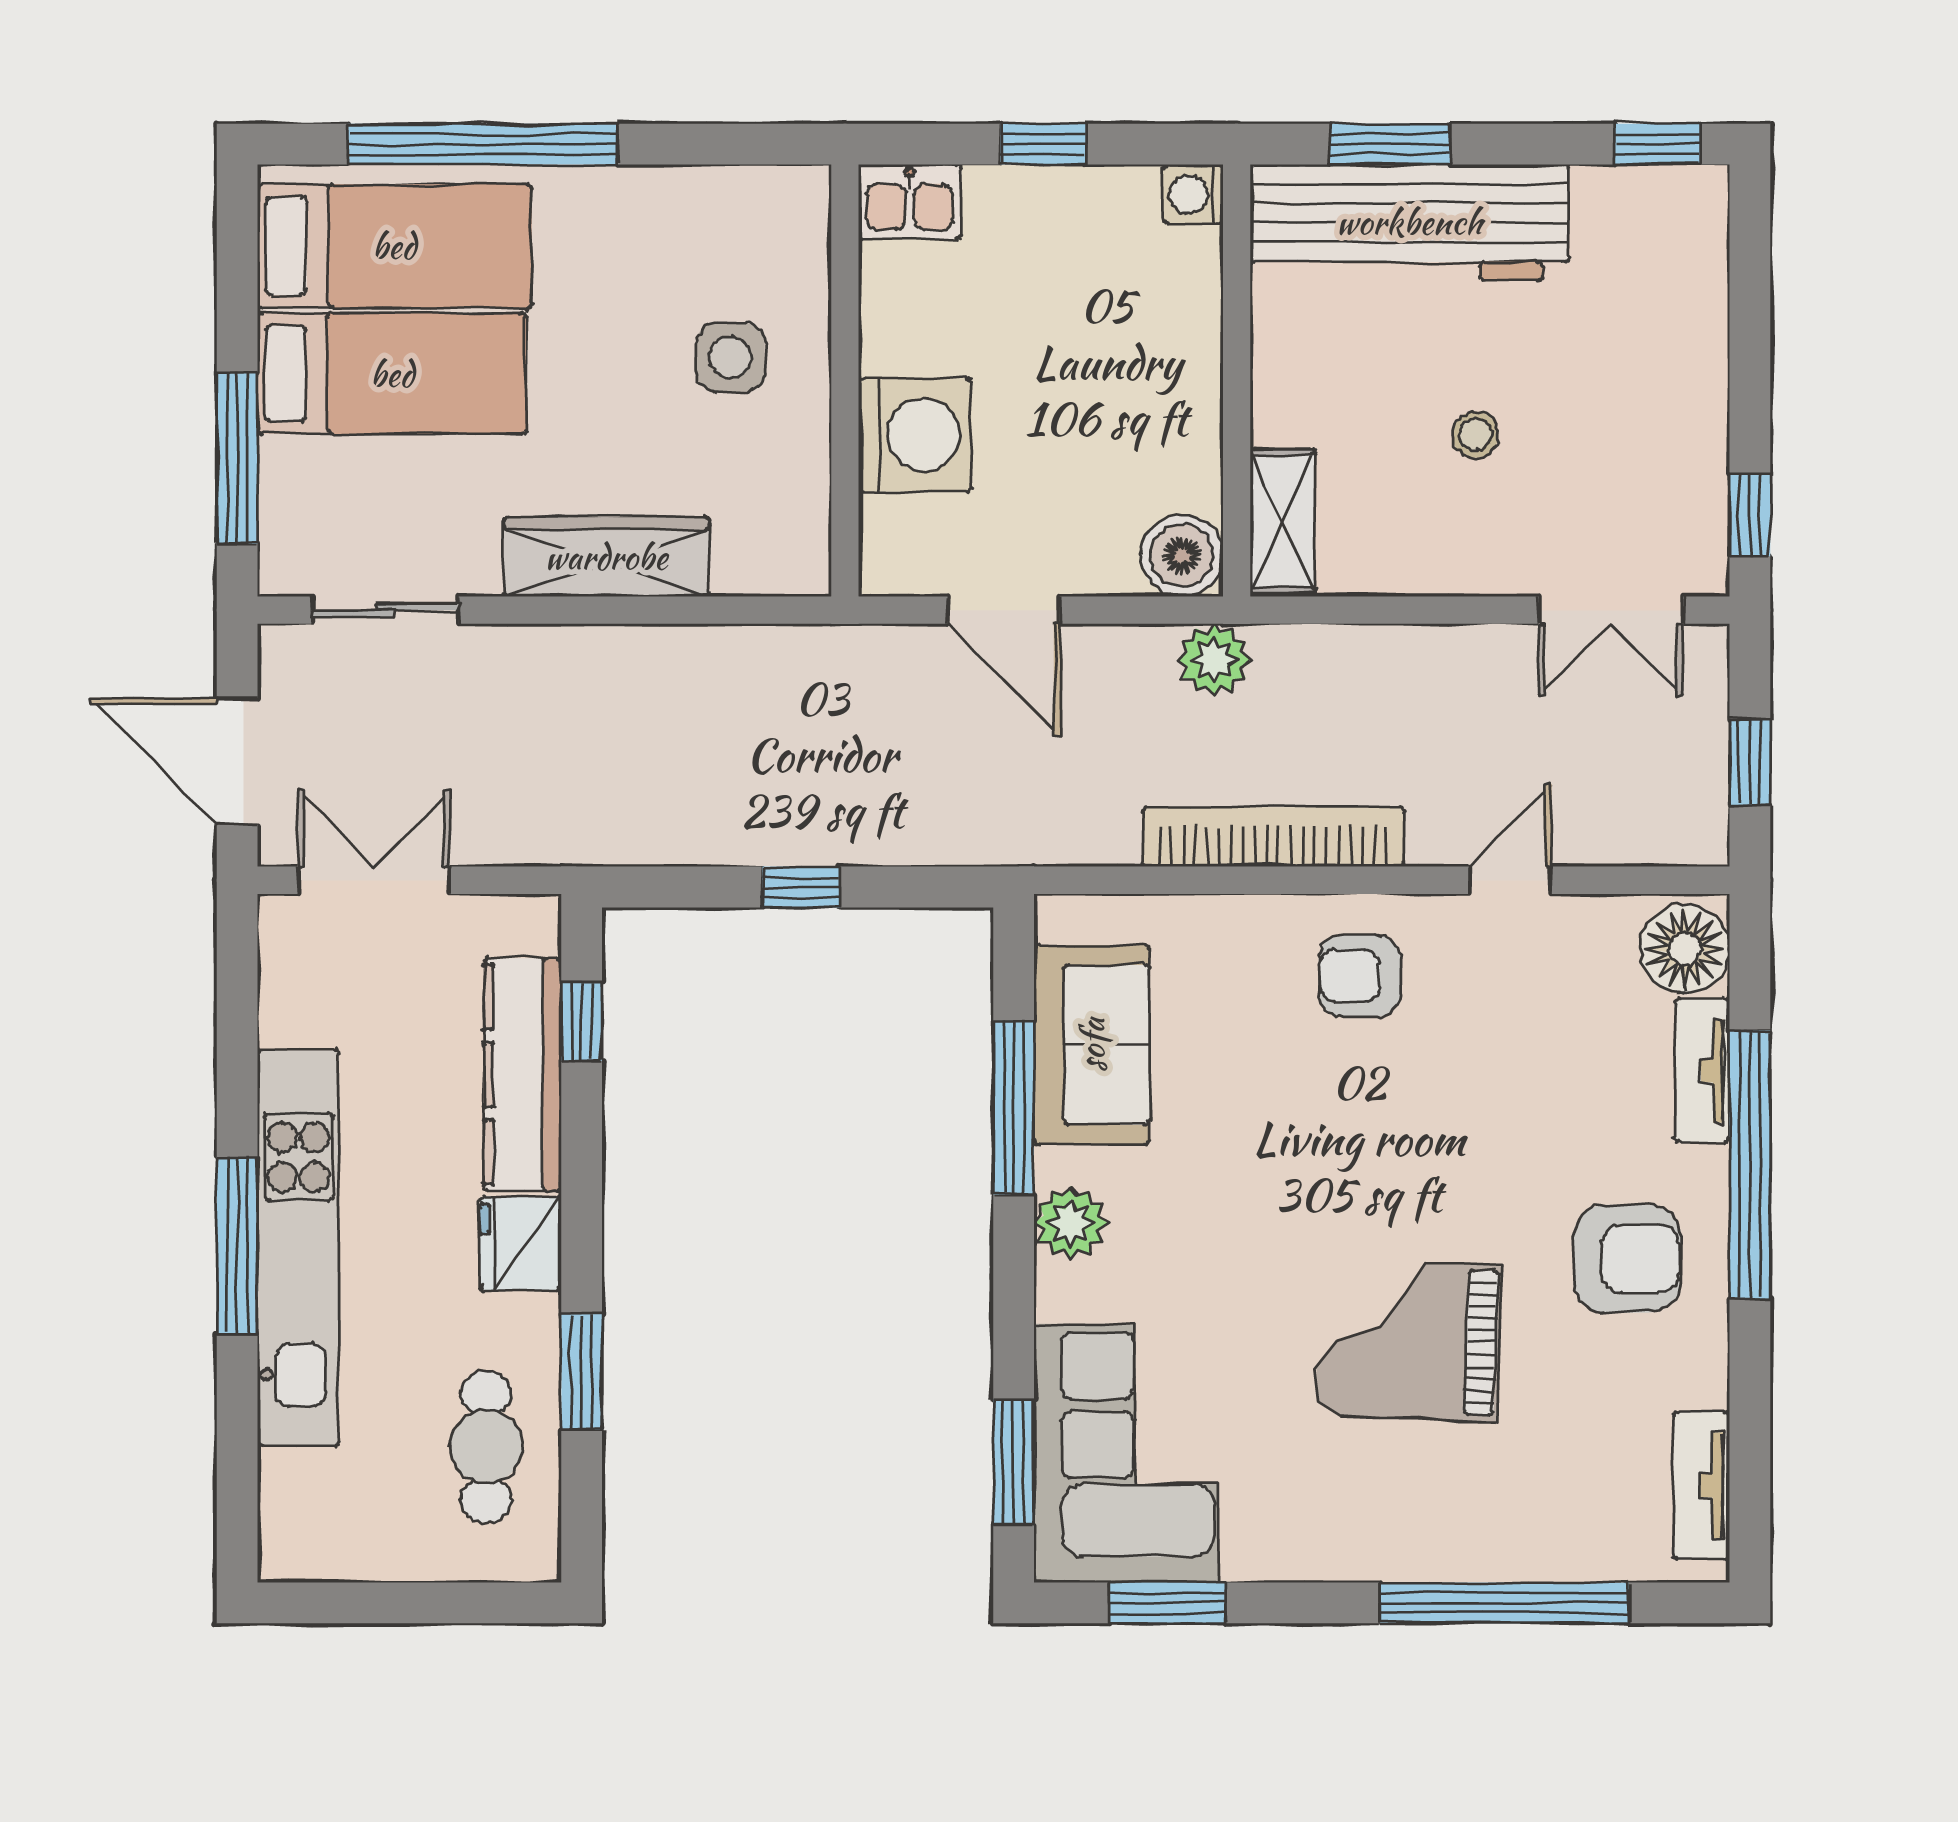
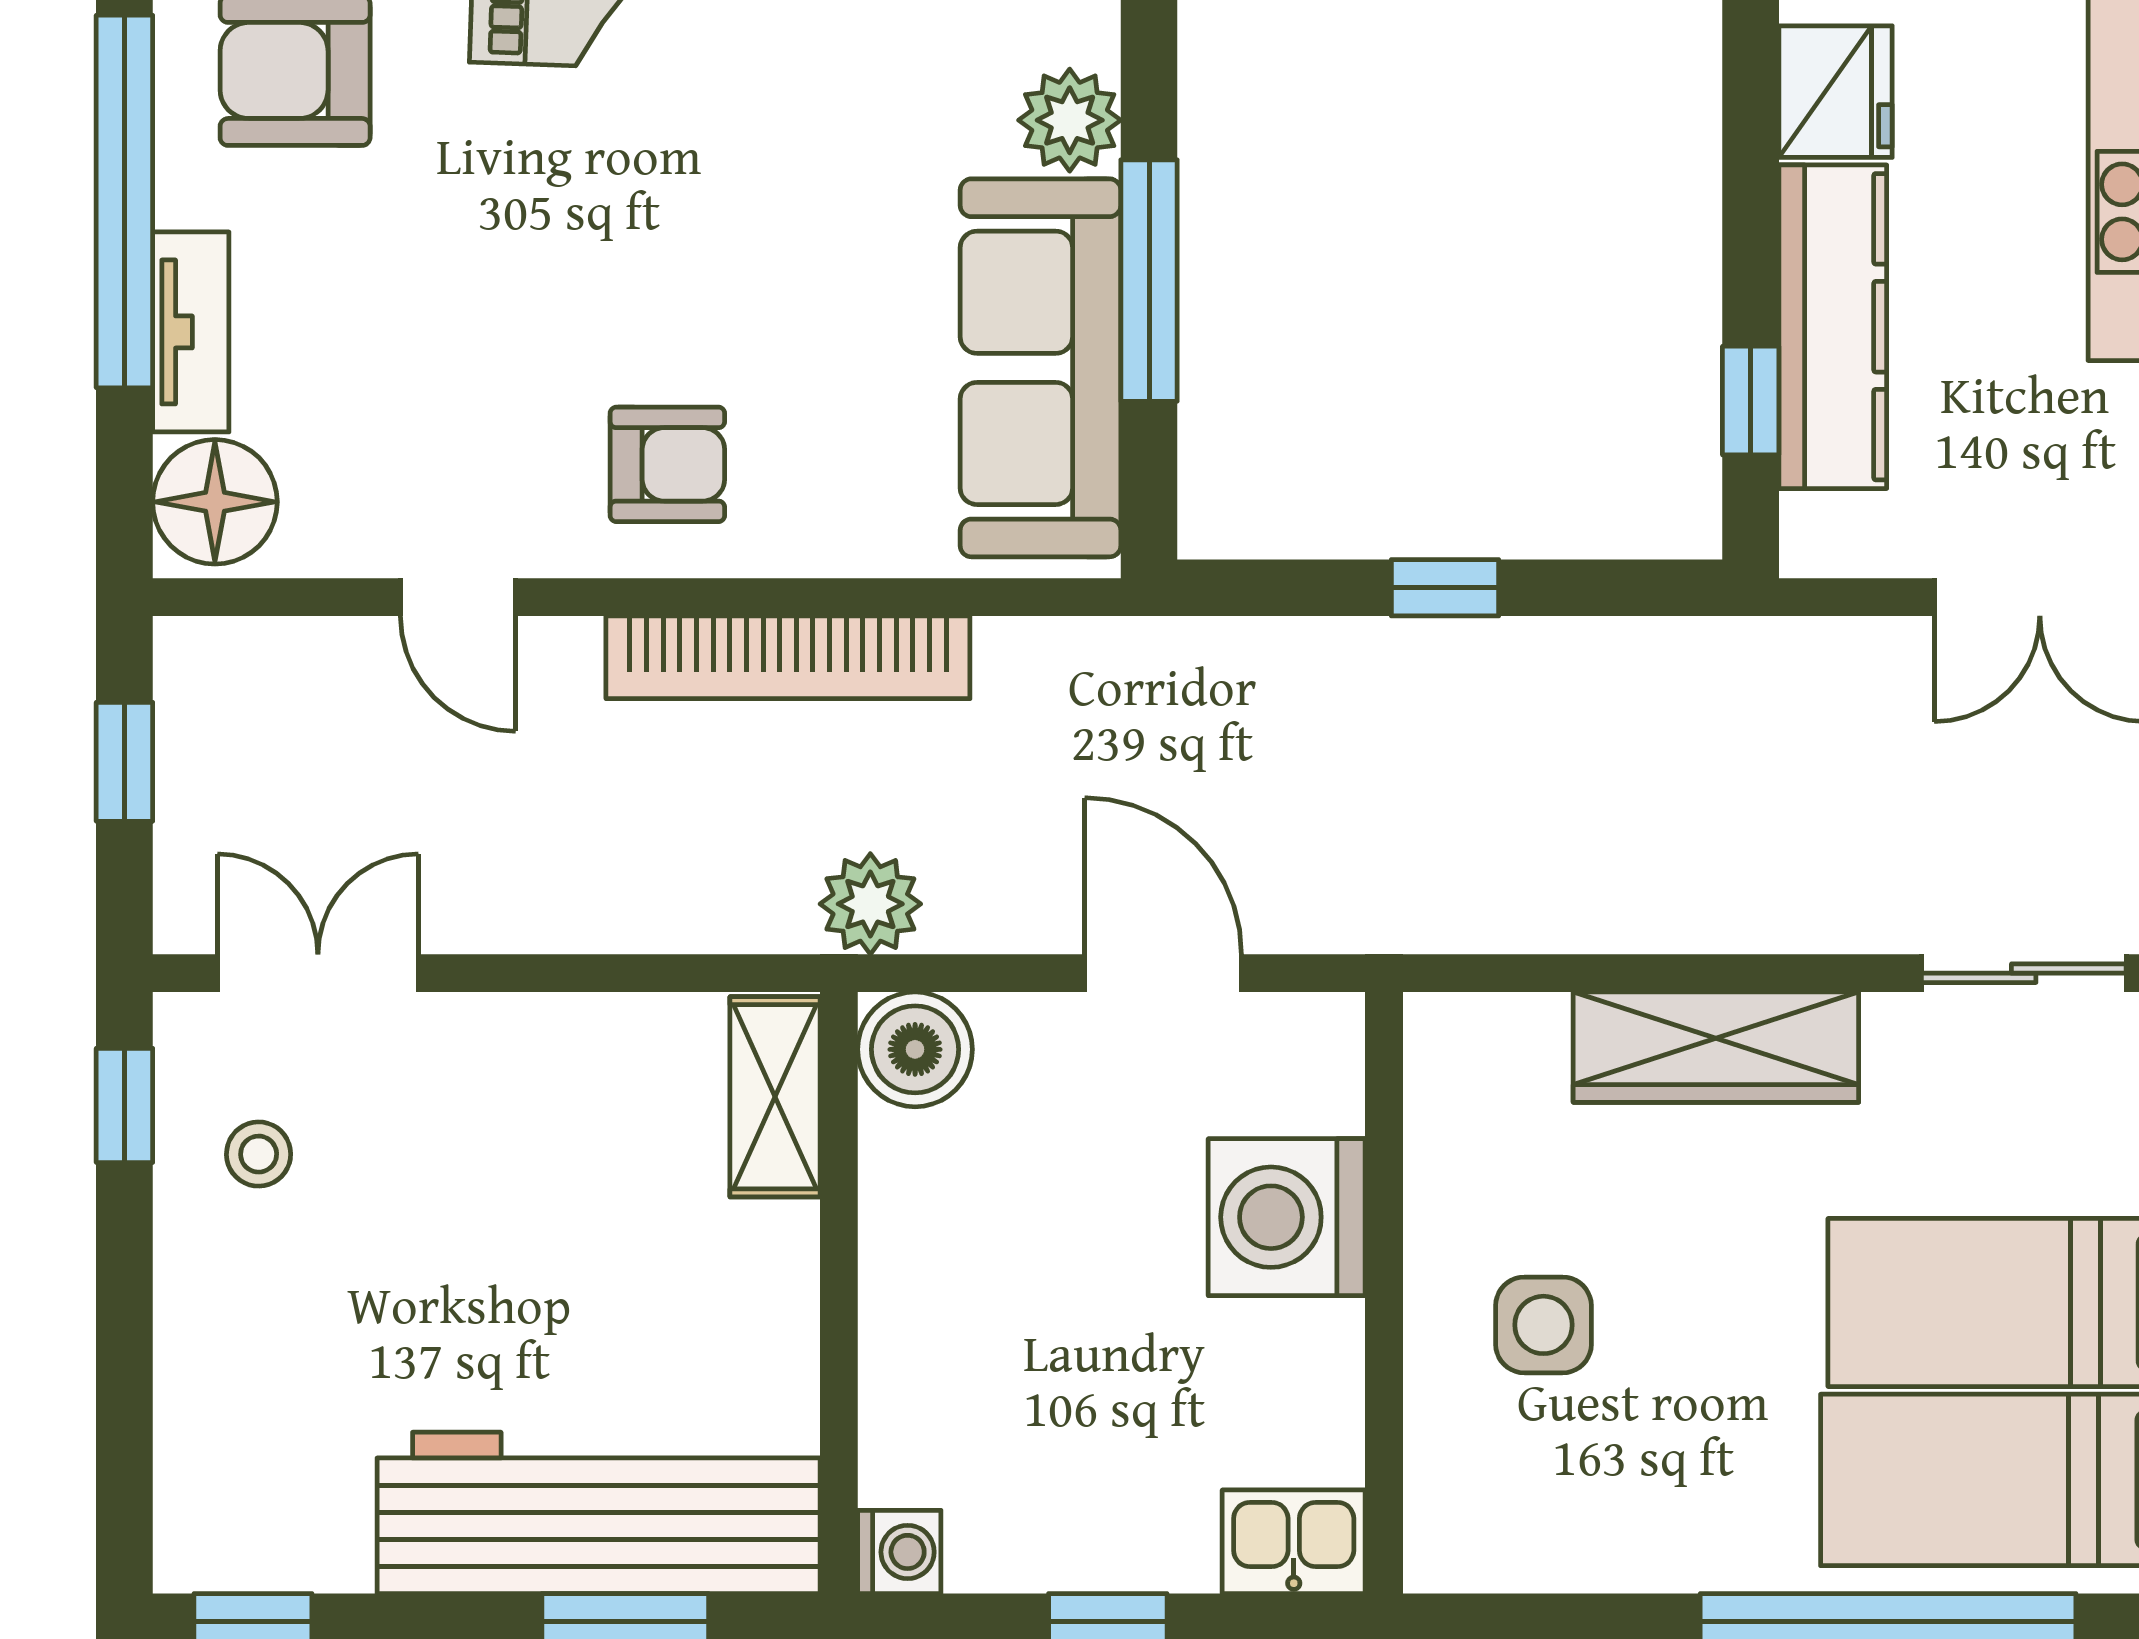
stool: (1475, 435) -> (259, 1154), moved
door: (1510, 880) -> (458, 597), hinge flipped
sofa: (1092, 1045) -> (1040, 368), width x1.36

